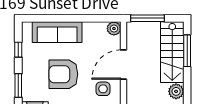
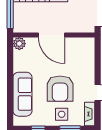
side table: (103, 89) -> (62, 114), moved

